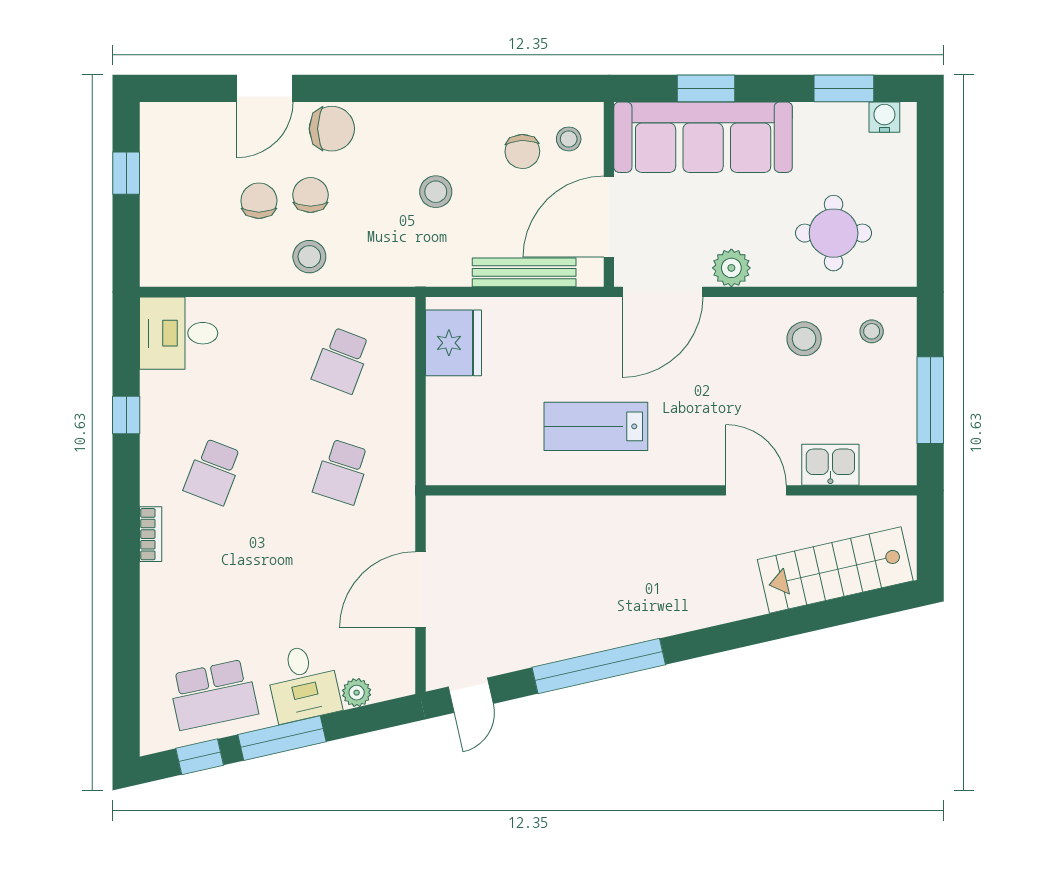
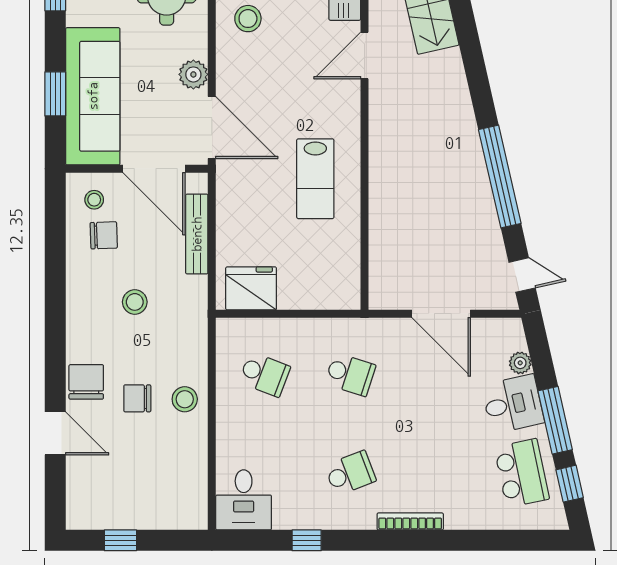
chair: (259, 201) -> (142, 438), removed
school desk: (213, 472) -> (350, 473), turned -42
bookcase: (151, 534) -> (410, 521), width x1.56

